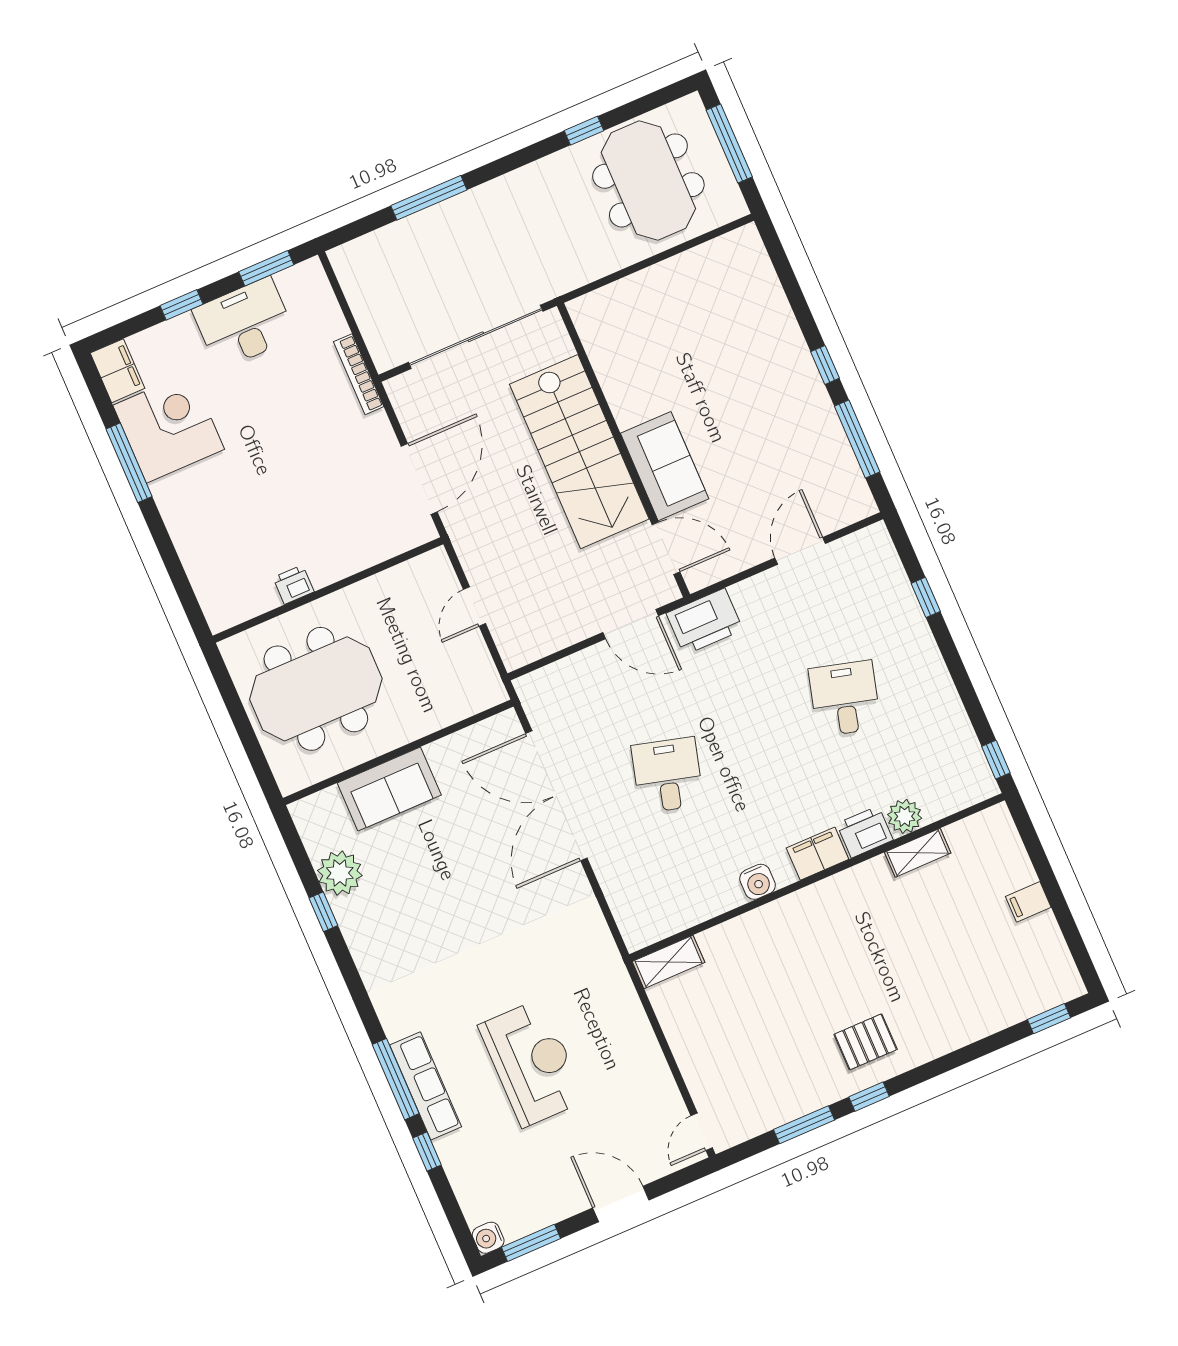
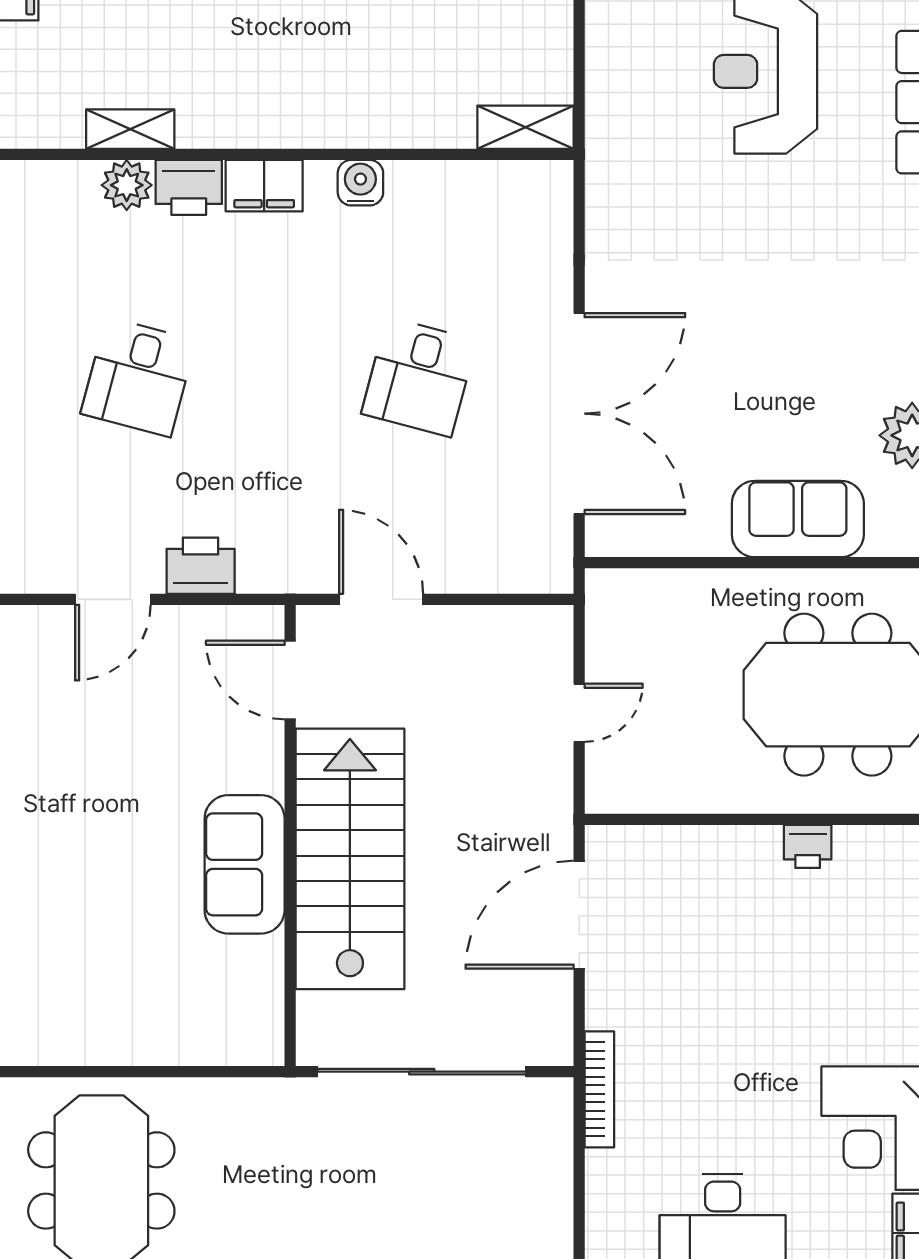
sofa: (665, 466) -> (245, 864), moved
printer: (705, 622) -> (201, 566), moved, width x0.73, depth x0.84

